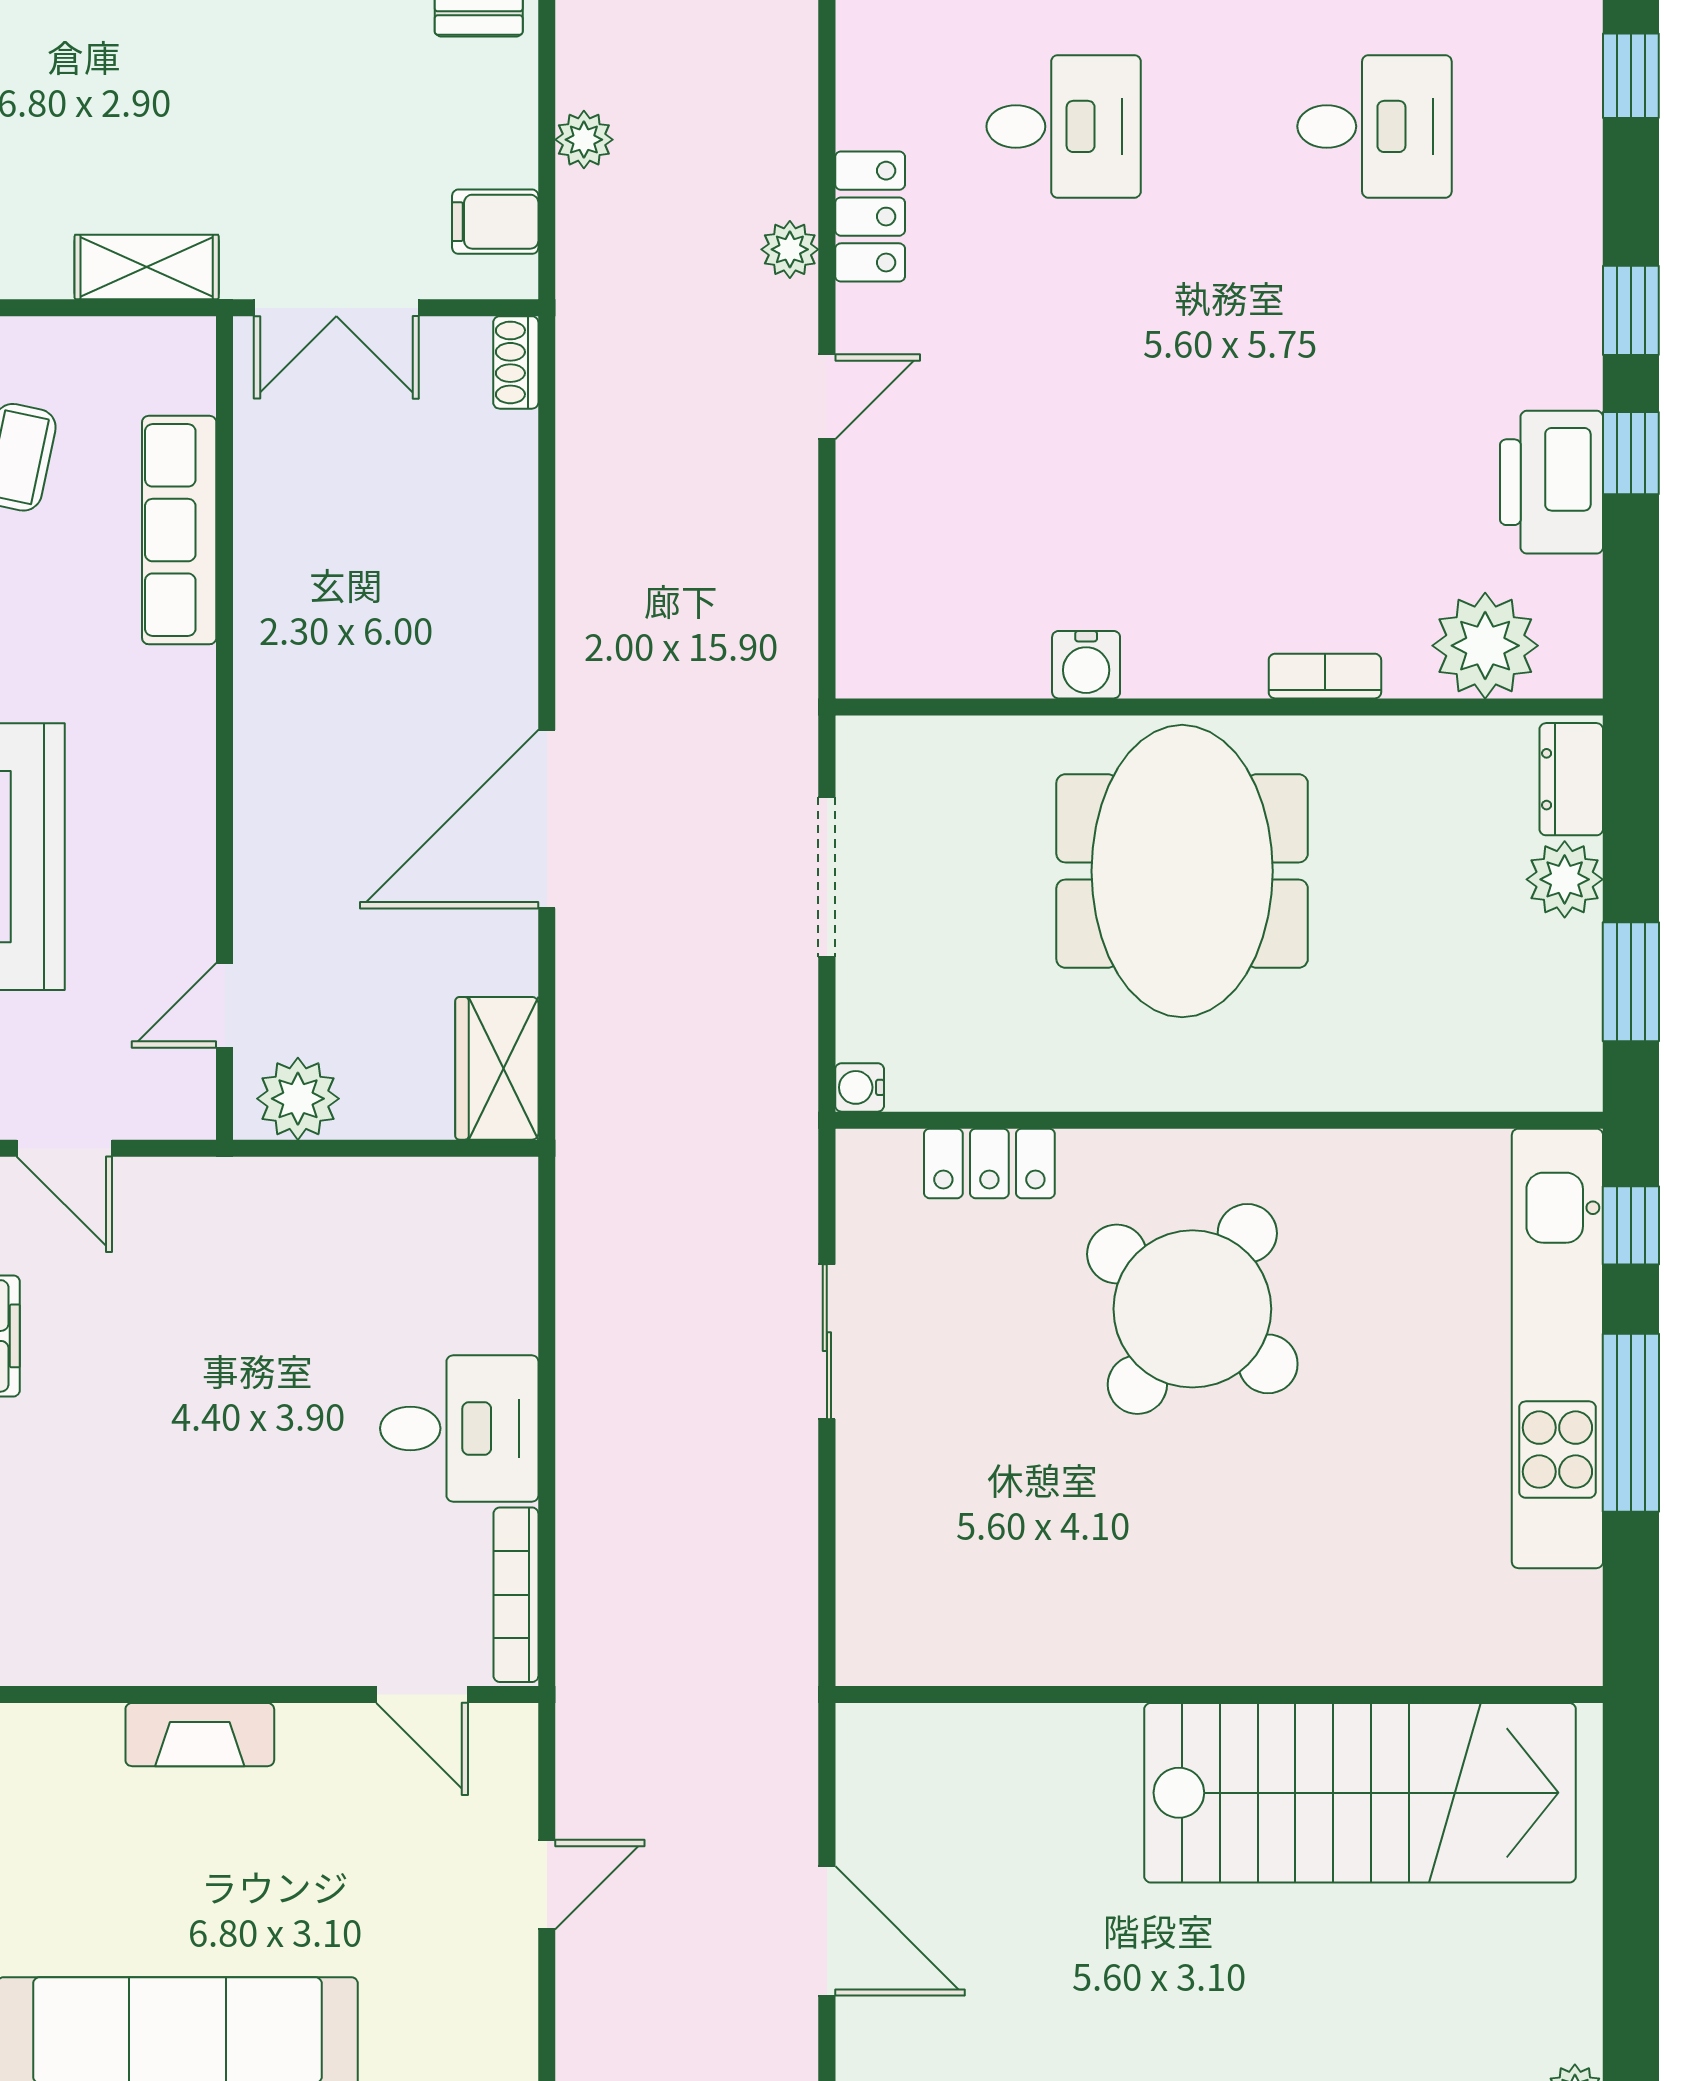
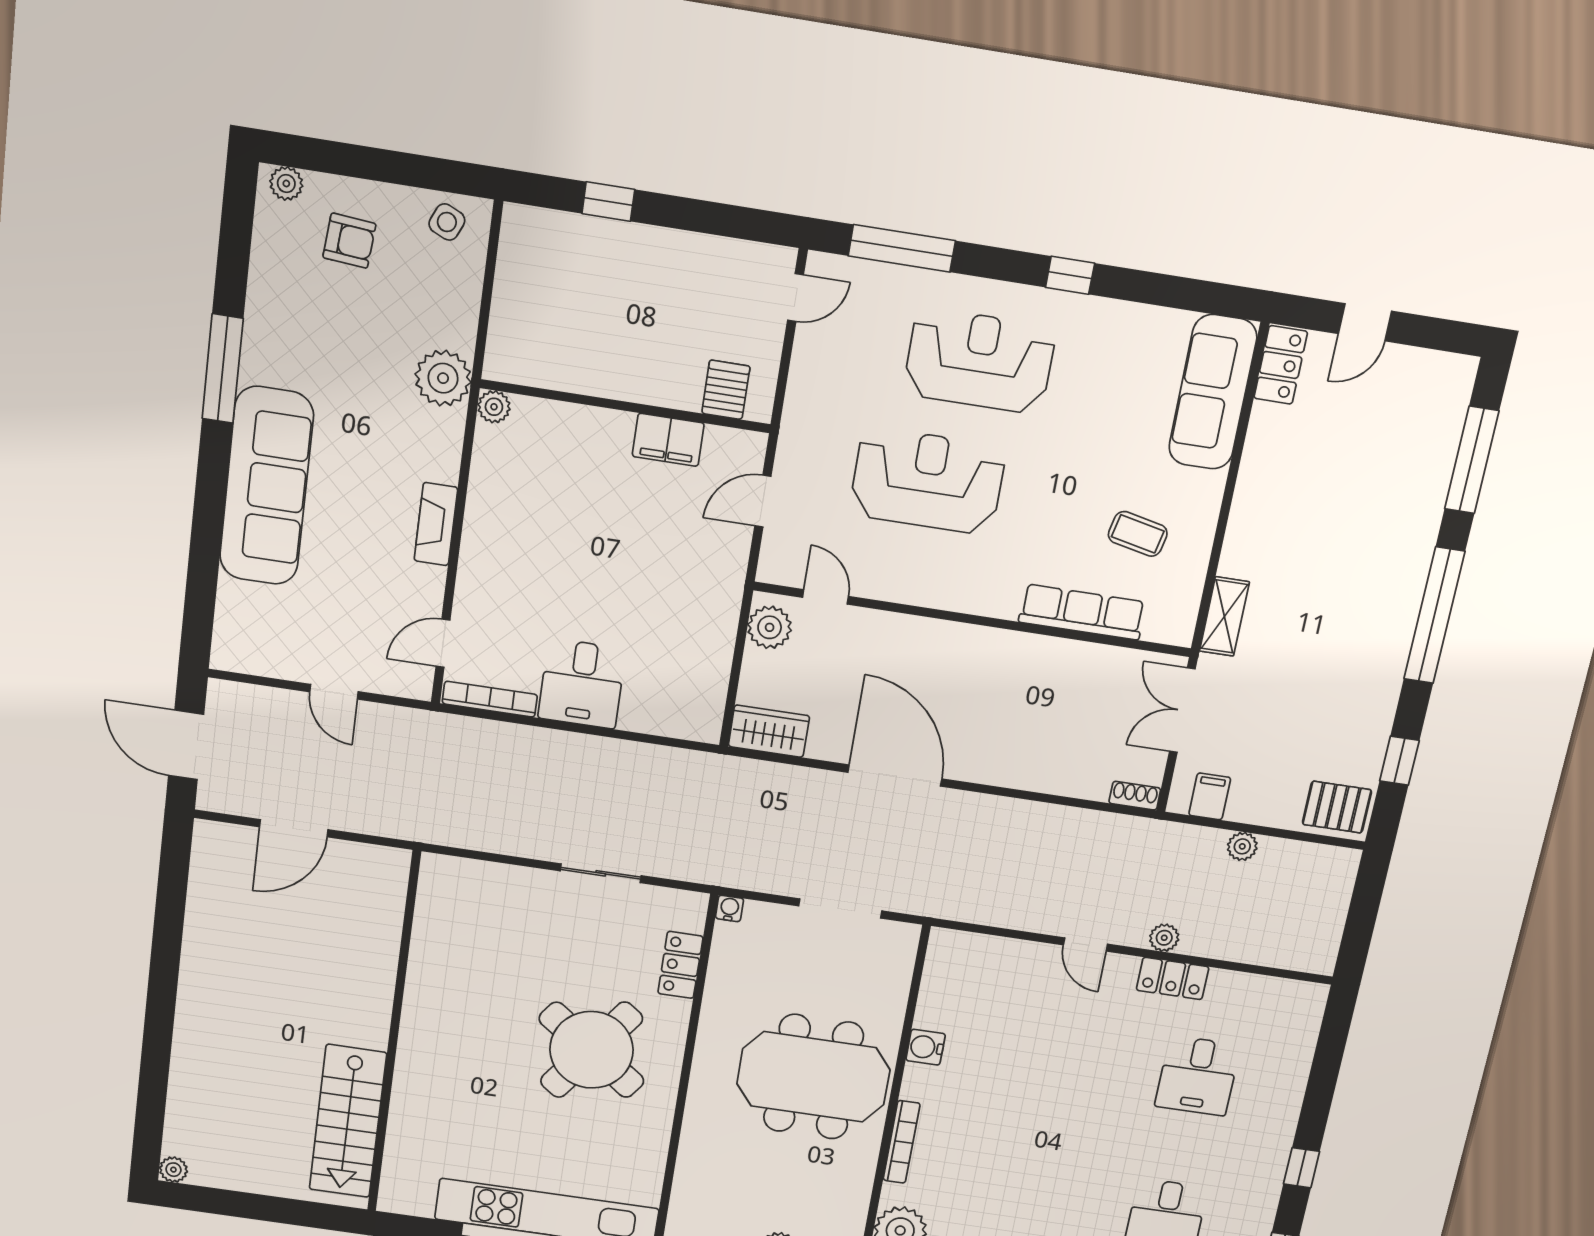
bookcase: (1325, 676) -> (902, 1142), width x1.56
stairs: (1360, 1793) -> (348, 1121), width x0.73, depth x0.66

